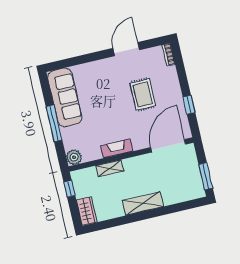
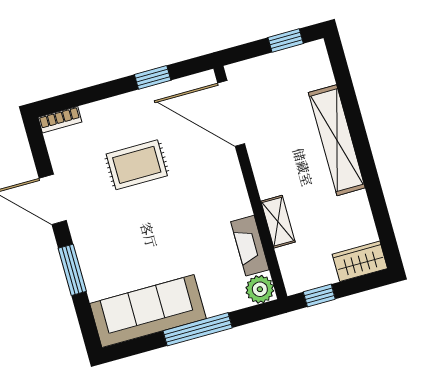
window: (88, 58) -> (72, 270), added
fireplace: (117, 148) -> (250, 246), moved
window: (206, 176) -> (286, 40), width x0.67
shelving: (143, 203) -> (337, 140), width x1.47

